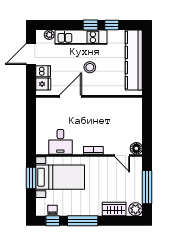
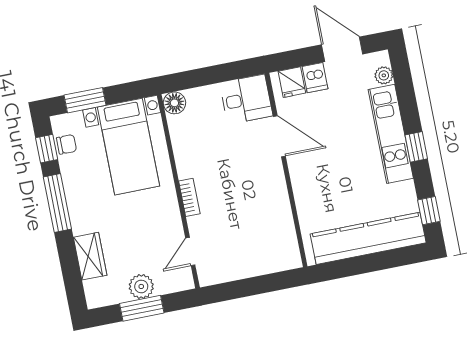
window: (112, 25) -> (429, 211), moved
stool: (90, 67) -> (339, 161), removed
desk: (60, 142) -> (246, 99), moved, turned 180
floor lamp: (136, 148) -> (174, 103), moved
window: (31, 178) -> (85, 100), moved
window: (147, 187) -> (142, 308), width x0.69
plant: (136, 209) -> (141, 286), moved

